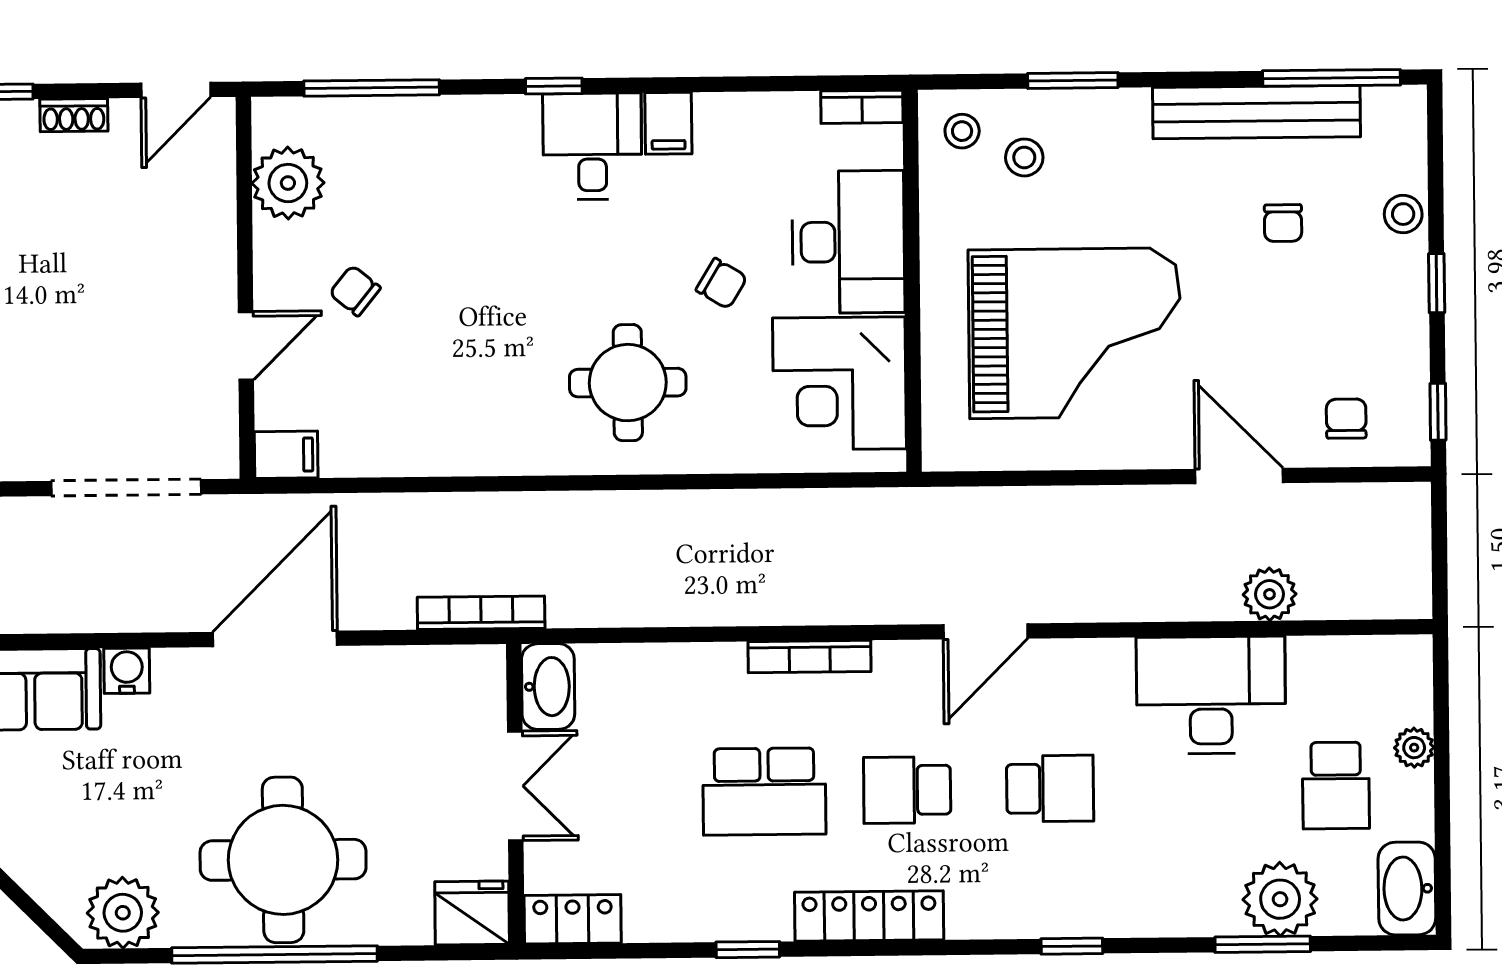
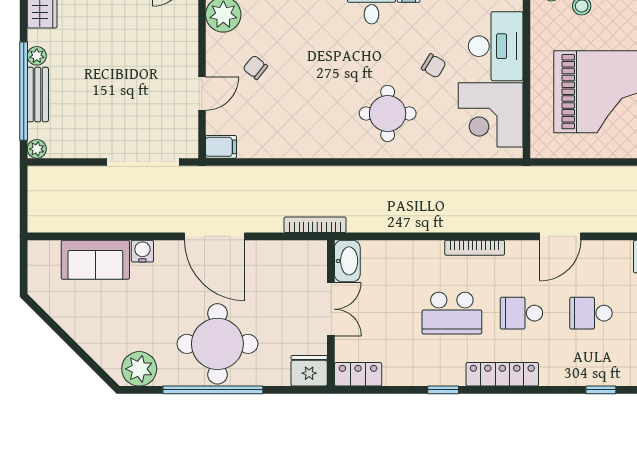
door: (275, 639) -> (215, 236), swing flipped
school desk: (1050, 789) -> (591, 313), turned 180

